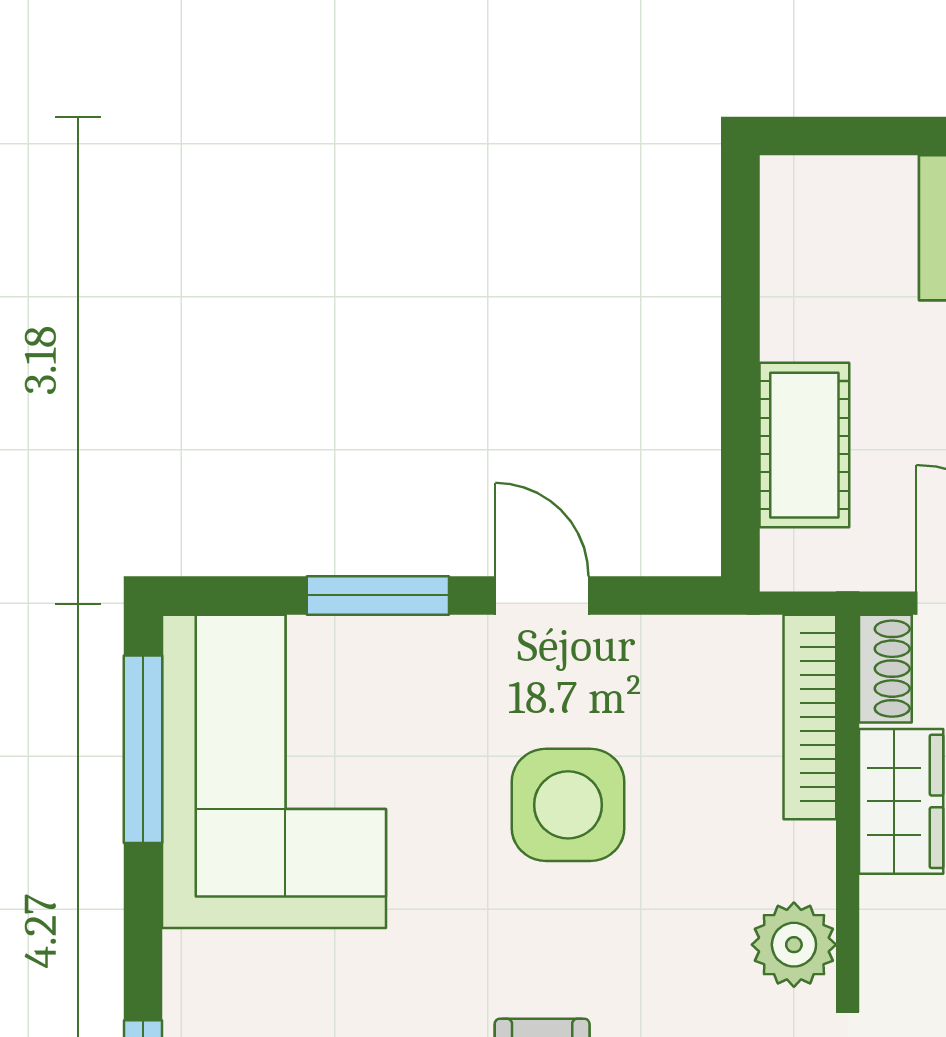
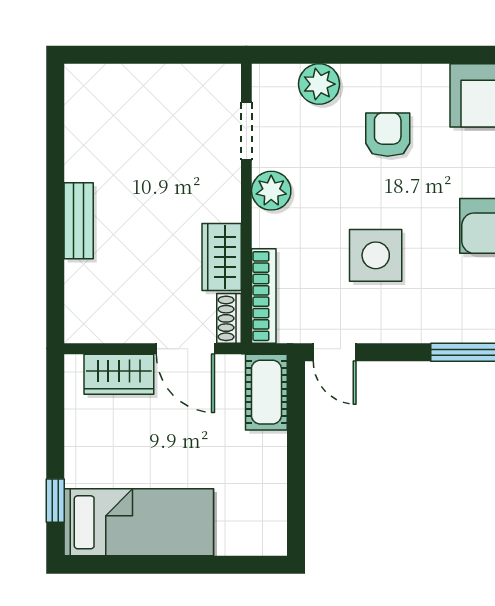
cot: (804, 445) -> (266, 392), moved
door: (542, 595) -> (335, 352), moved

